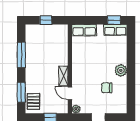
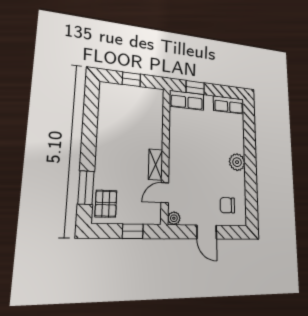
window: (114, 20) -> (195, 88), moved
window: (21, 55) -> (90, 127), removed
chair: (107, 88) -> (227, 205), moved
door: (70, 93) -> (165, 193), hinge flipped

